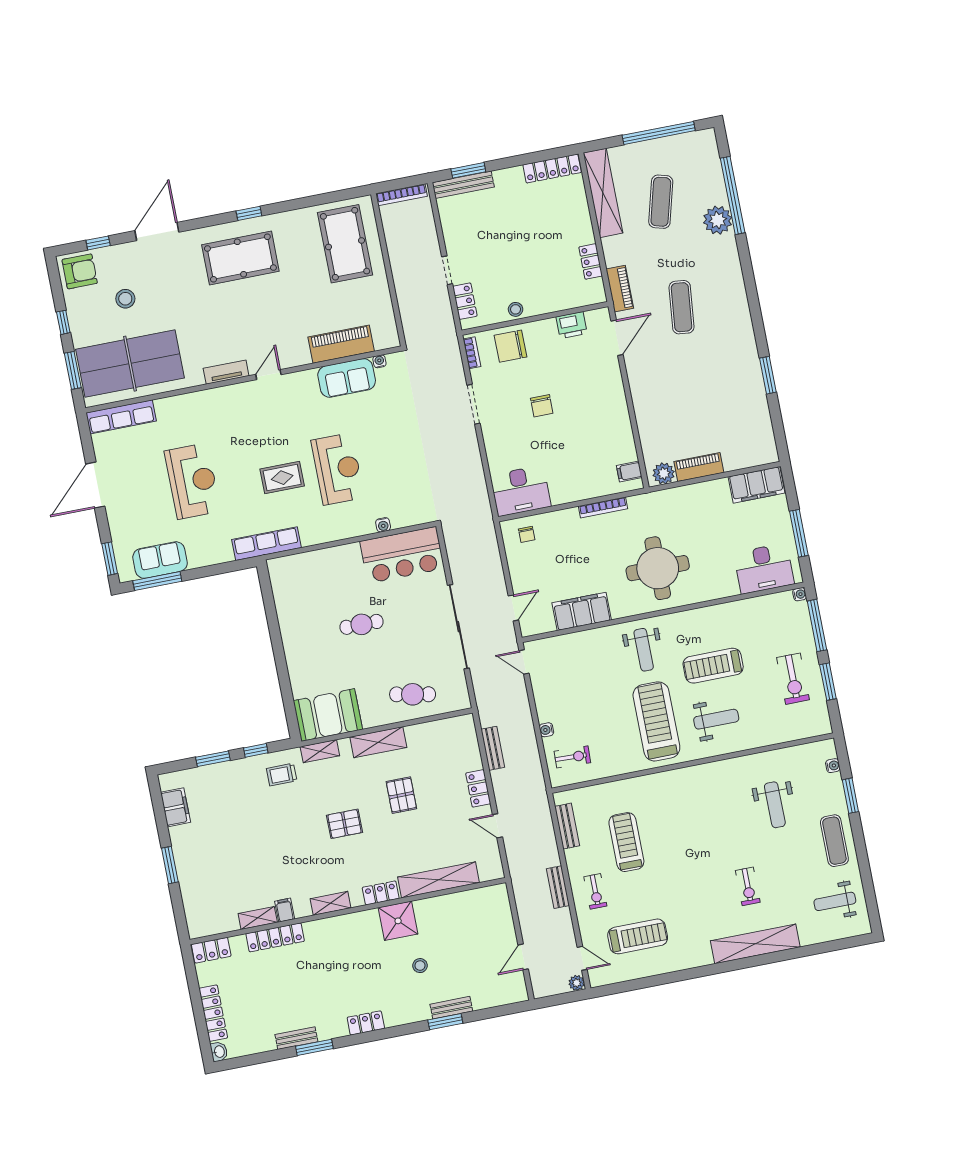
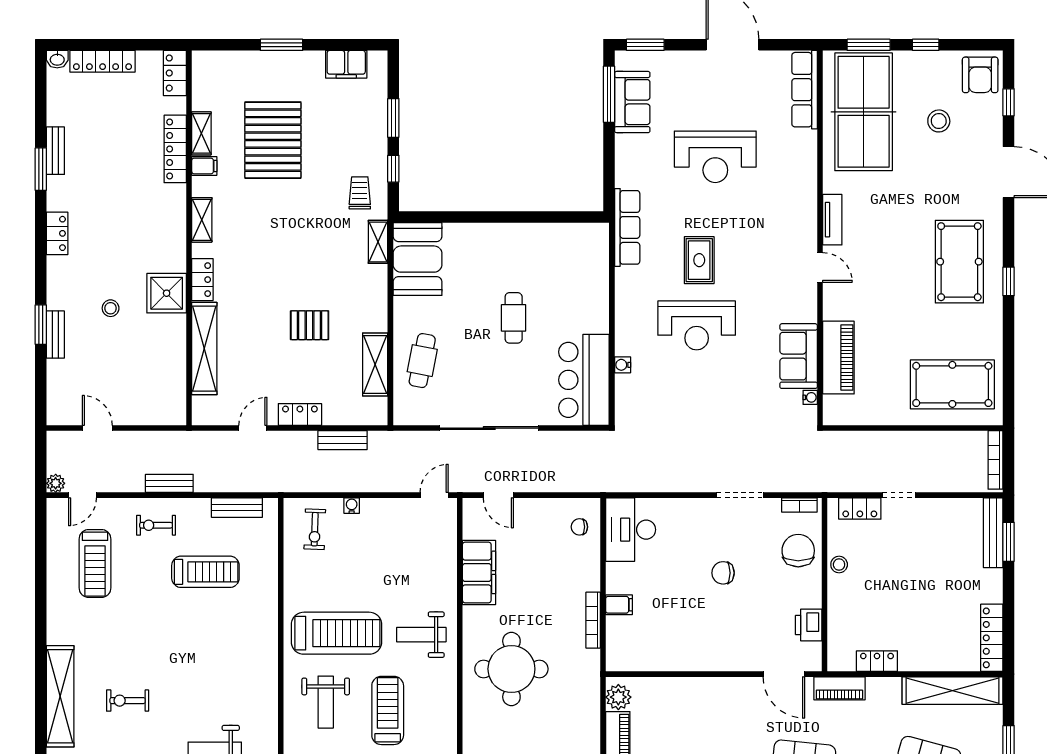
filing cabinet: (629, 472) -> (619, 605), moved, turned 90
shelving: (378, 742) -> (375, 365), moved
pallet: (344, 824) -> (273, 140), moved, width x2.05, depth x2.00

